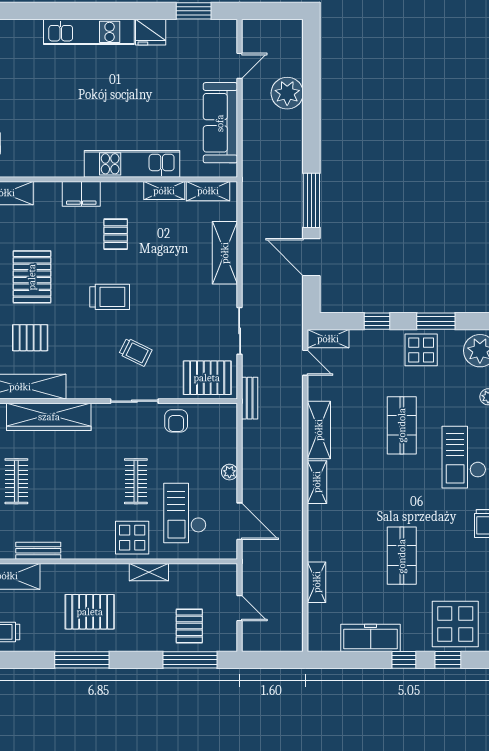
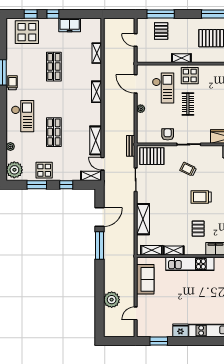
sofa: (220, 123) -> (145, 279), width x0.73
door: (311, 257) -> (99, 217), hinge flipped
shelving: (319, 430) -> (96, 140), moved
shelving: (317, 482) -> (97, 92), moved
freezer: (371, 638) -> (70, 25), width x0.71

